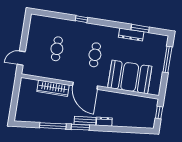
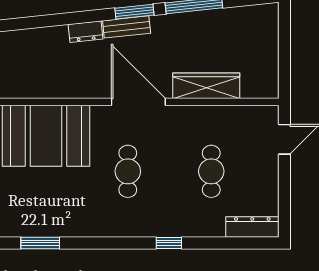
dresser: (131, 34) -> (252, 227), moved

